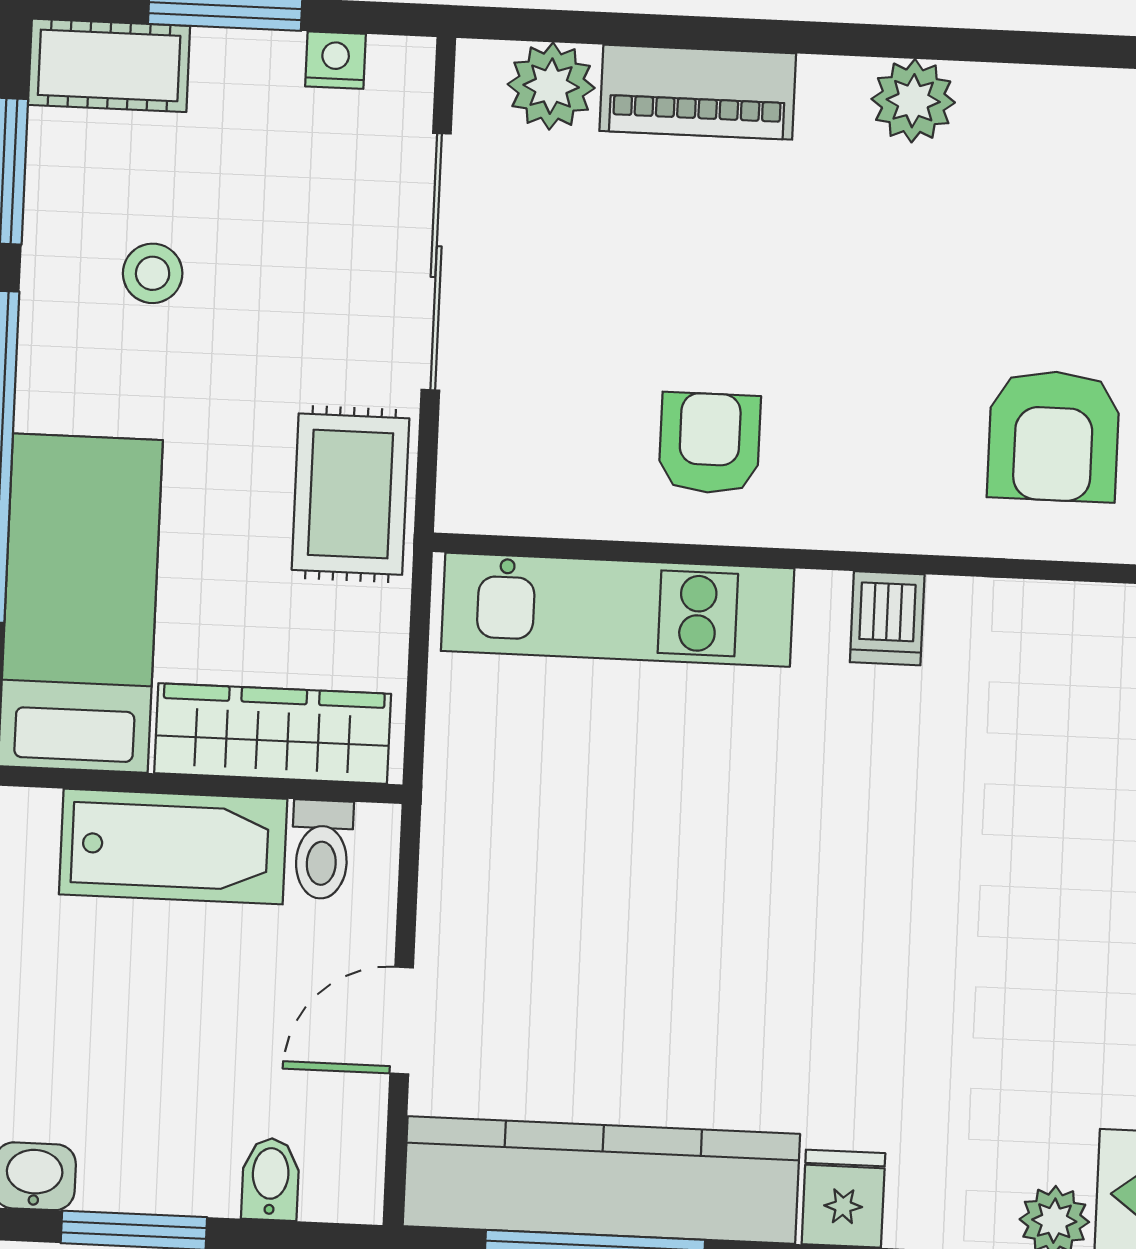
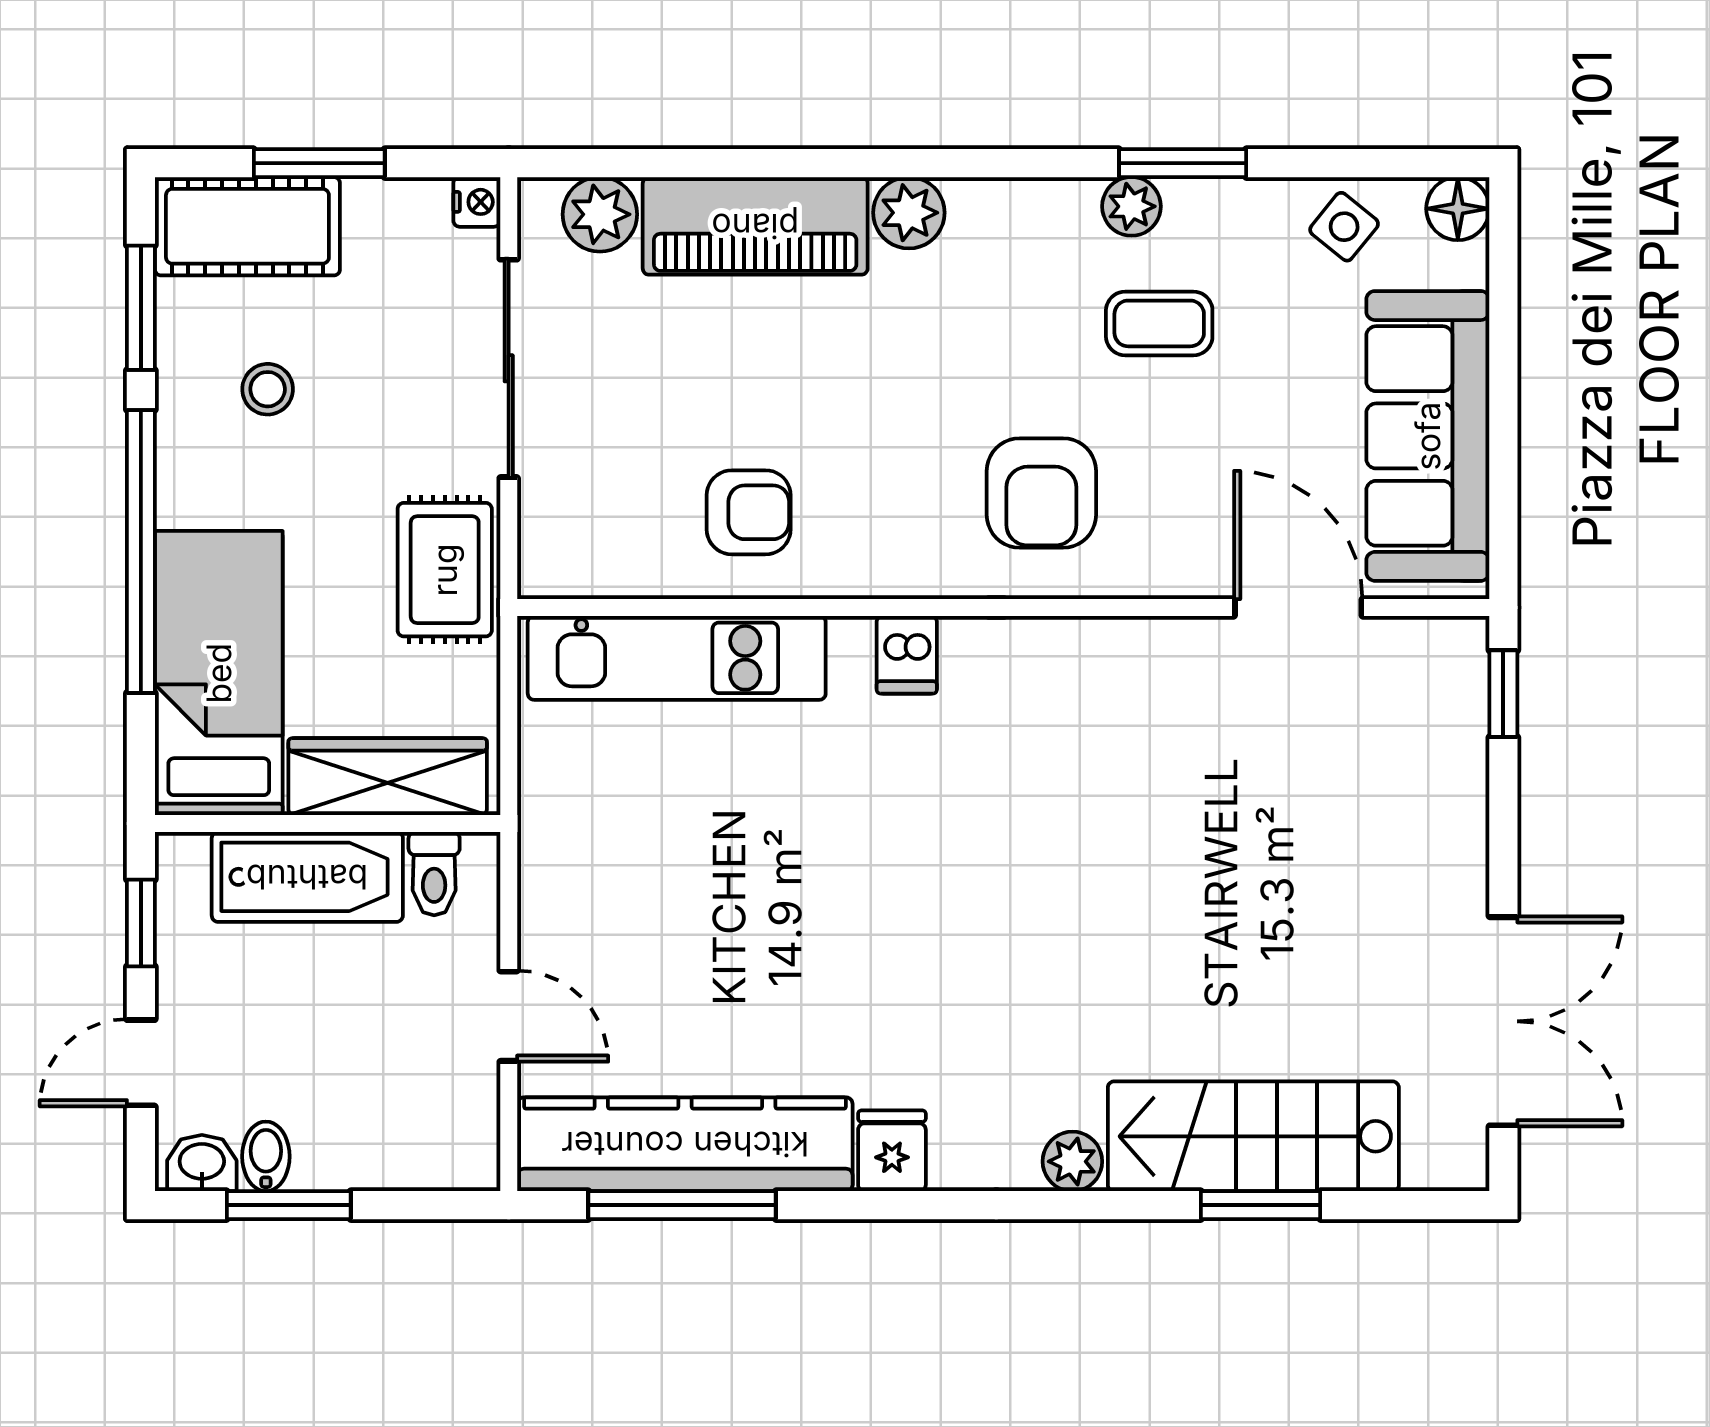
nightstand: (335, 60) -> (477, 202), moved, turned 90
cot: (109, 65) -> (247, 226), width x1.37, depth x1.34
piano: (698, 92) -> (755, 226), width x1.37, depth x1.33
armchair: (710, 443) -> (749, 512), turned 90
door: (402, 1020) -> (509, 1016), swing flipped
bidet: (270, 1179) -> (266, 1156), moved

